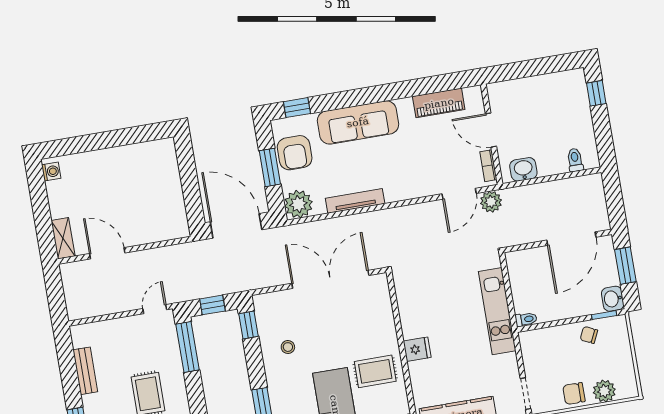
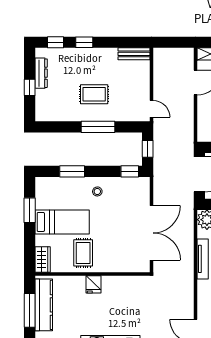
window: (188, 347) -> (98, 127), moved
stool: (288, 347) -> (97, 191), moved
bench: (85, 371) -> (134, 54), moved

